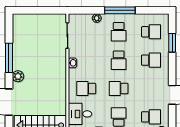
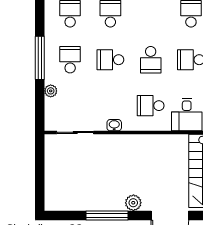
school desk: (119, 32) -> (70, 60), turned -90
school desk: (119, 60) -> (110, 60), turned 180
school desk: (86, 89) -> (151, 106), turned 90

